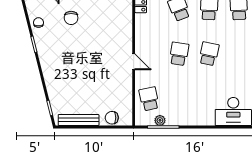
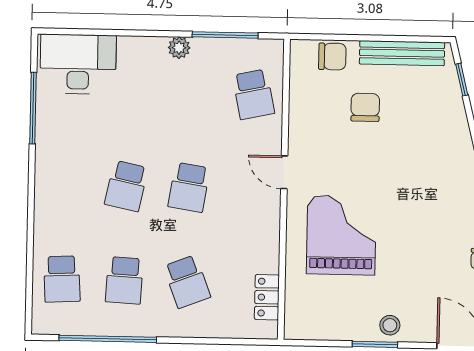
chair: (71, 18) -> (365, 107), moved
grand piano: (106, 32) -> (341, 235), added
plant: (160, 120) -> (179, 48), moved

